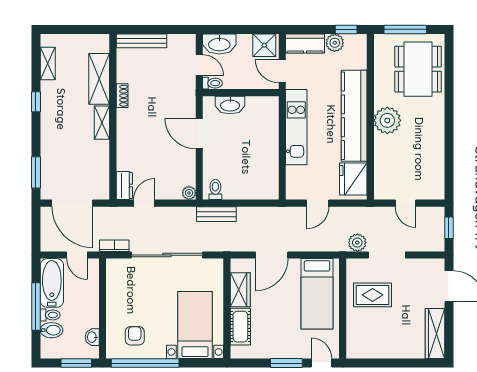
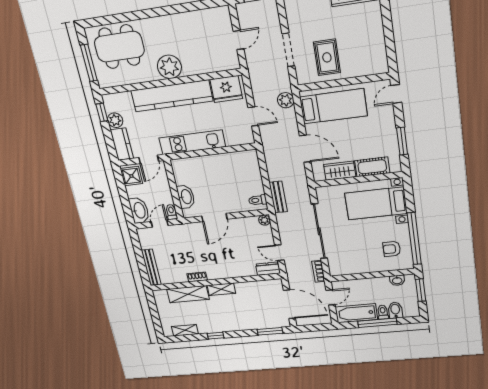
door: (72, 203) -> (289, 304), hinge flipped
plant: (357, 243) -> (286, 100), moved
window: (286, 363) -> (402, 141), moved

